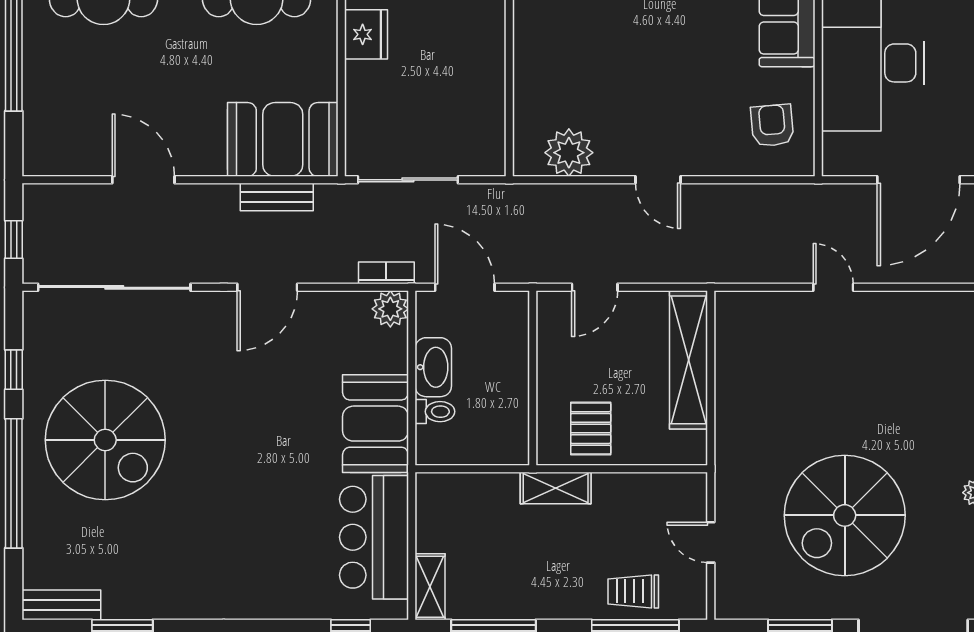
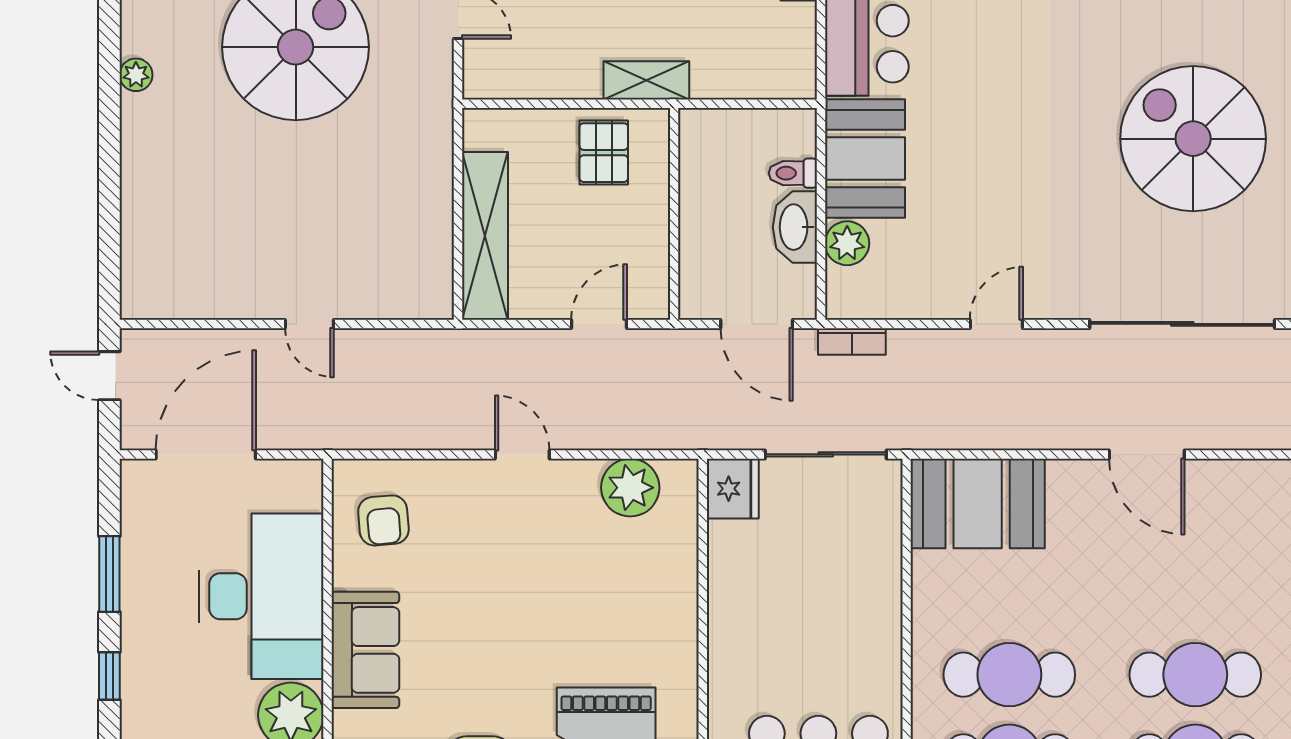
fridge: (366, 34) -> (733, 489), moved, turned 180
bench: (277, 197) -> (985, 433), removed
door: (267, 287) -> (996, 324), width x0.73
plant: (390, 309) -> (847, 243), moved

